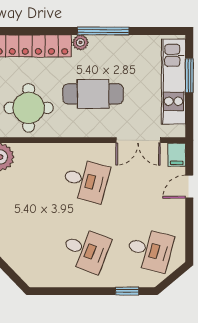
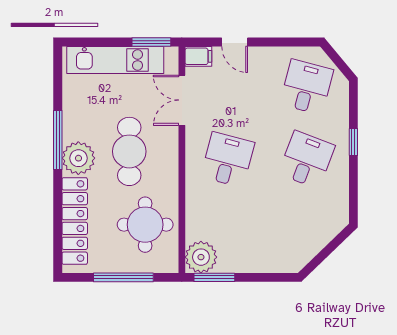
plant: (80, 42) -> (78, 158), width x1.87, depth x1.87
window: (189, 76) -> (151, 42), moved
double door: (138, 140) -> (182, 100), swing flipped
window: (127, 291) -> (353, 142), moved

